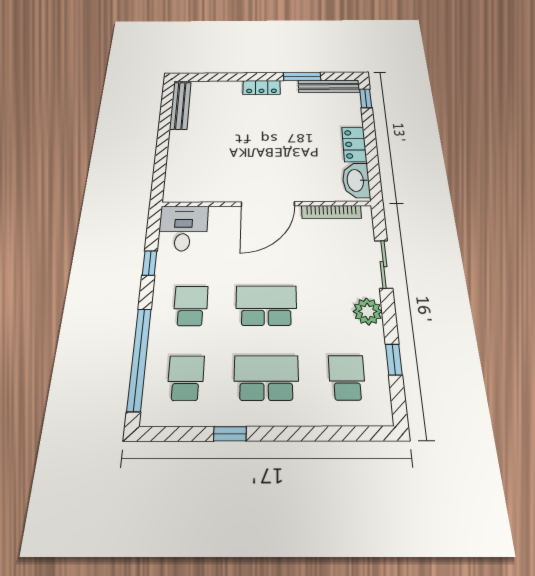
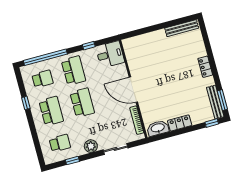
window: (302, 77) -> (222, 100), moved
school desk: (191, 306) -> (74, 71), width x1.85

